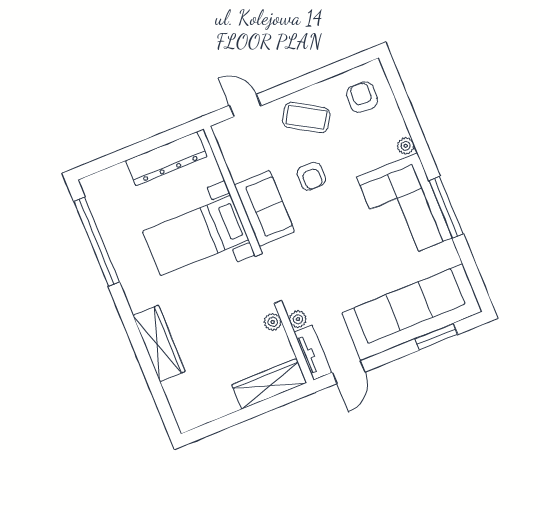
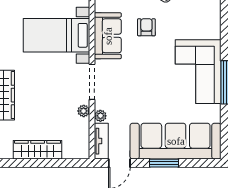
plant: (406, 146) -> (215, 32), removed
armchair: (311, 176) -> (146, 27), turned 180
window: (436, 337) -> (164, 163), moved
wardrobe: (269, 384) -> (38, 150), moved

